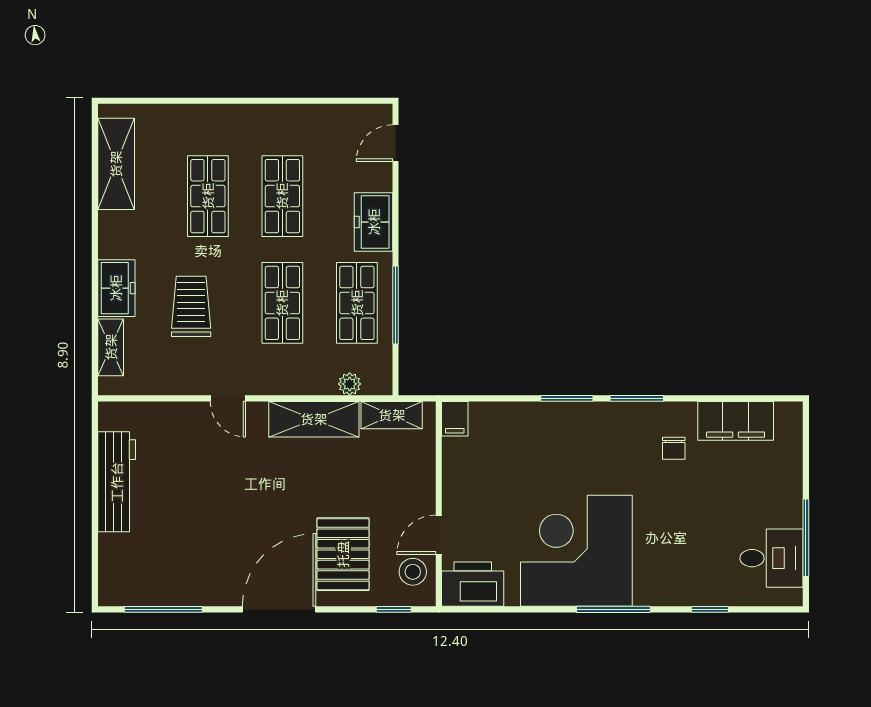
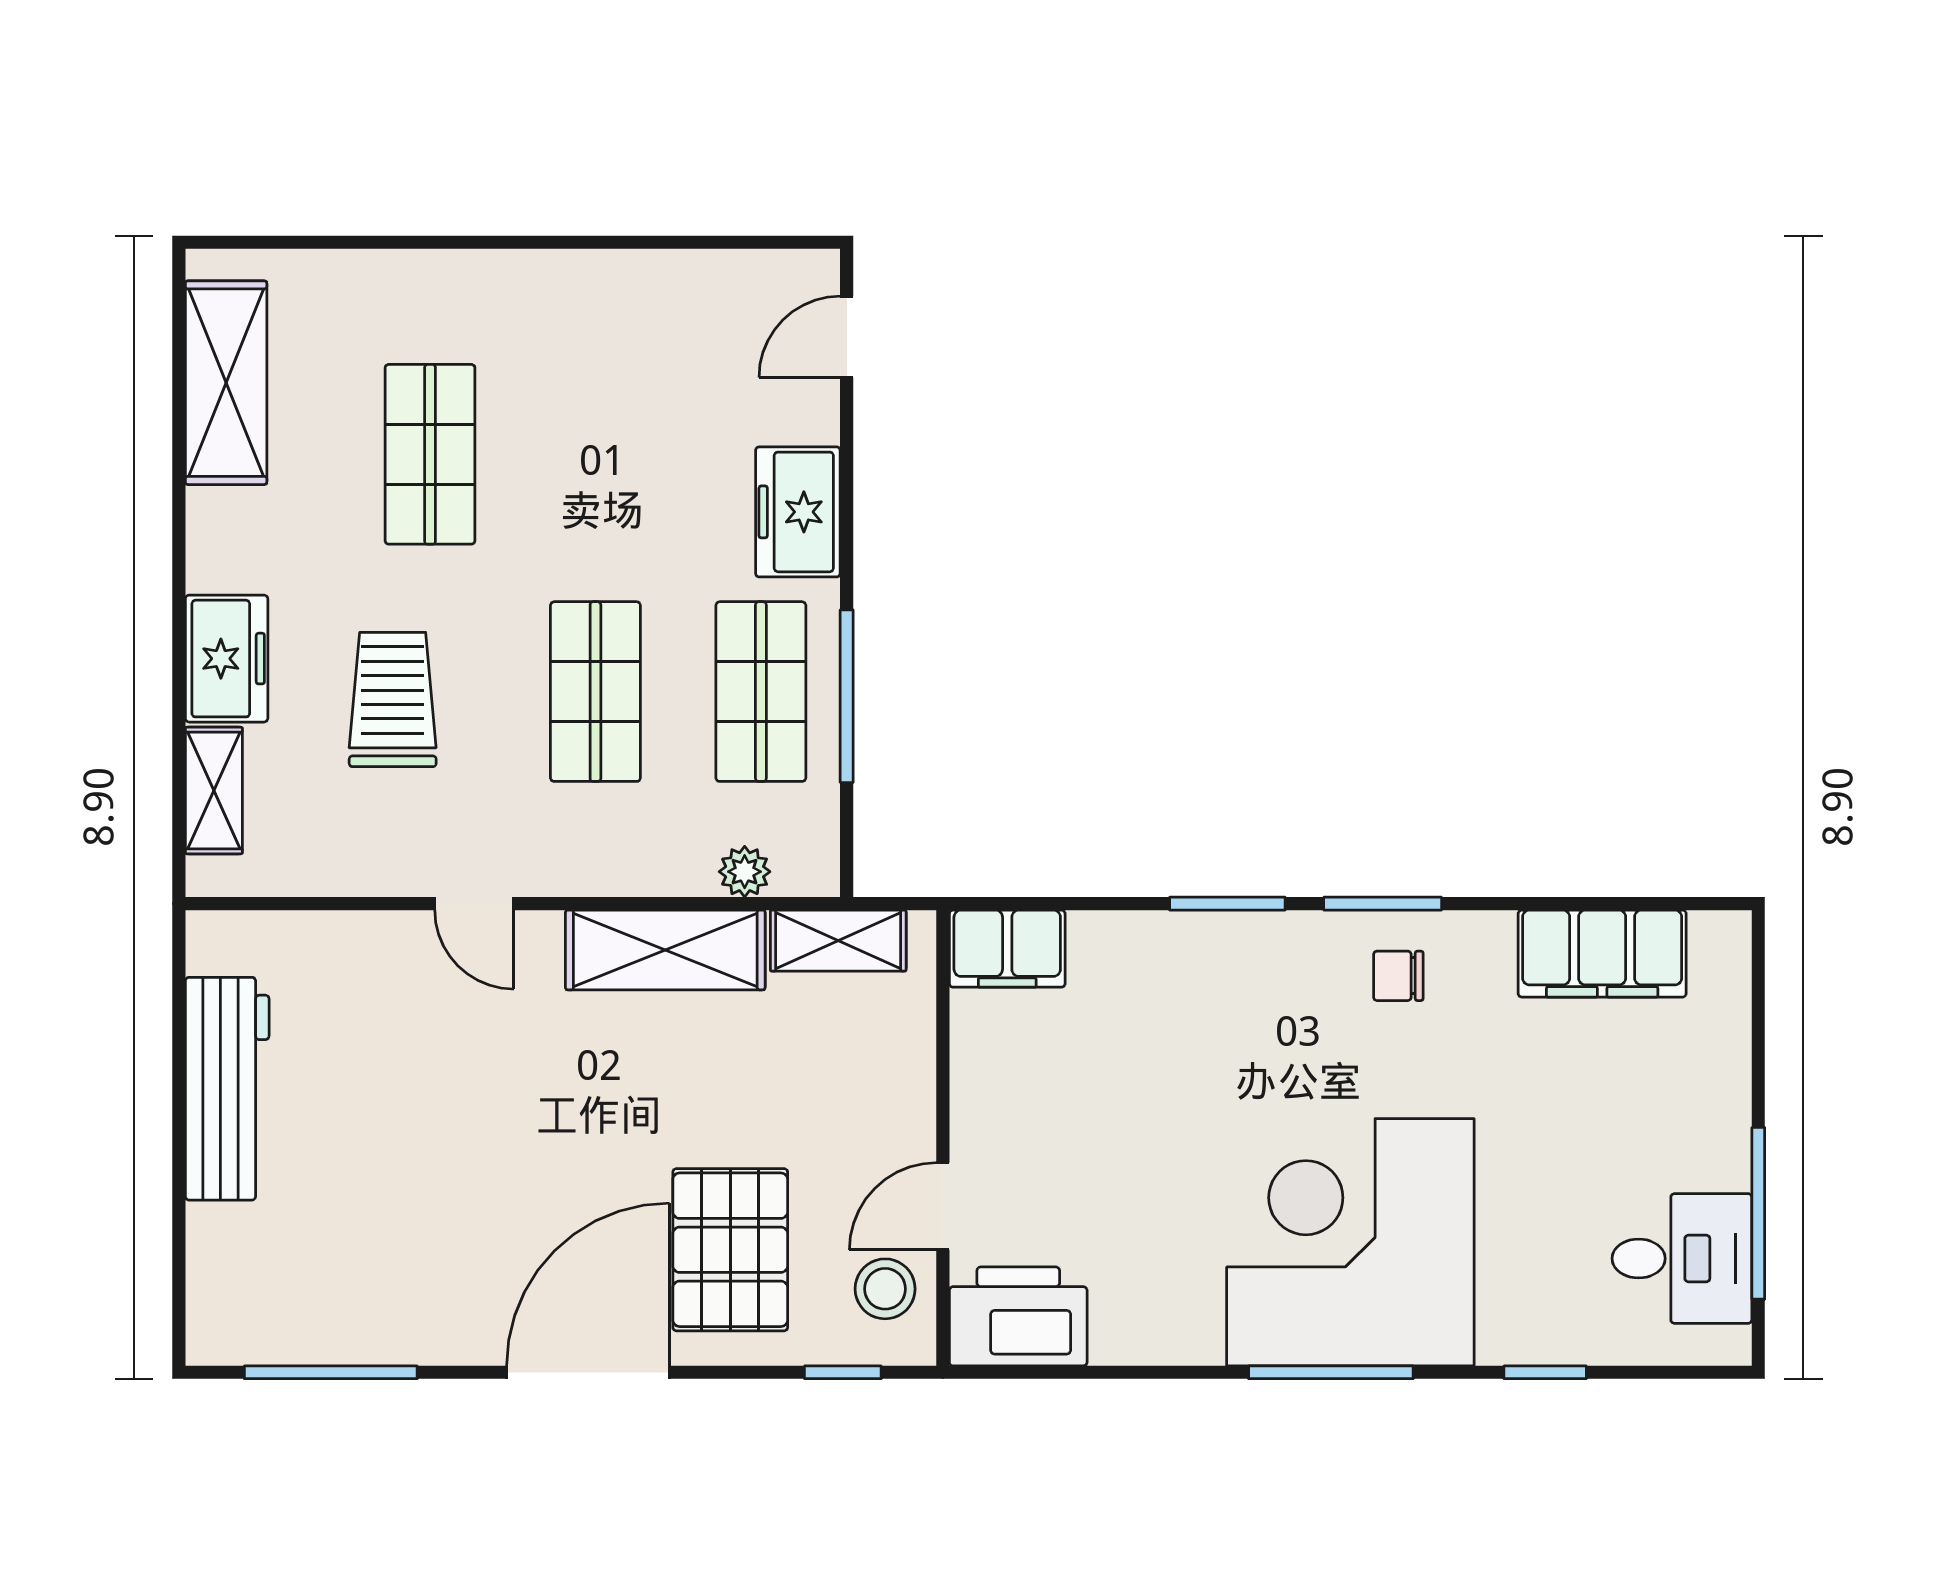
shop shelf: (282, 196) -> (595, 454), removed
filing cabinet: (455, 419) -> (1007, 949), width x2.00
chair: (674, 448) -> (1398, 976), moved, turned 90
corner desk: (576, 551) -> (1350, 1242), moved

